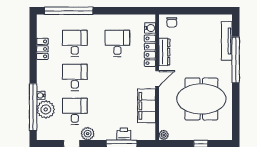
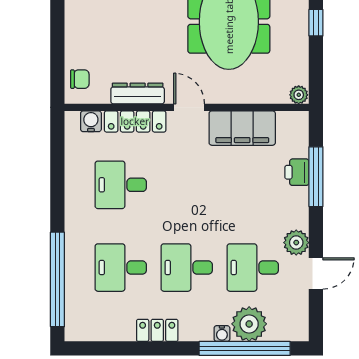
locker: (42, 49) -> (157, 330), moved

